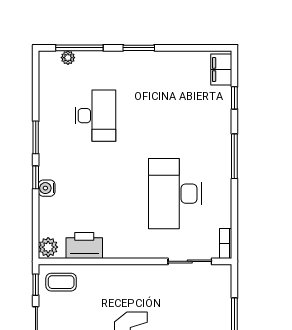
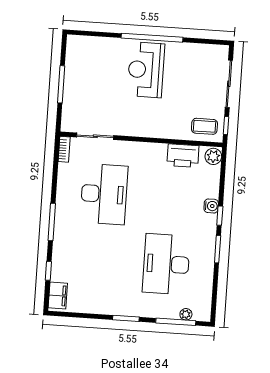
desk: (95, 116) -> (166, 264), width x1.36, depth x1.30

